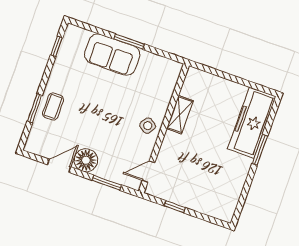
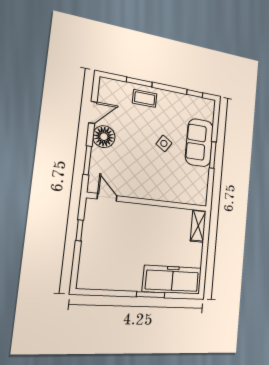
shelving: (180, 115) -> (198, 226), moved, turned 90
side table: (148, 126) -> (164, 143), moved
door: (59, 166) -> (93, 112), hinge flipped

